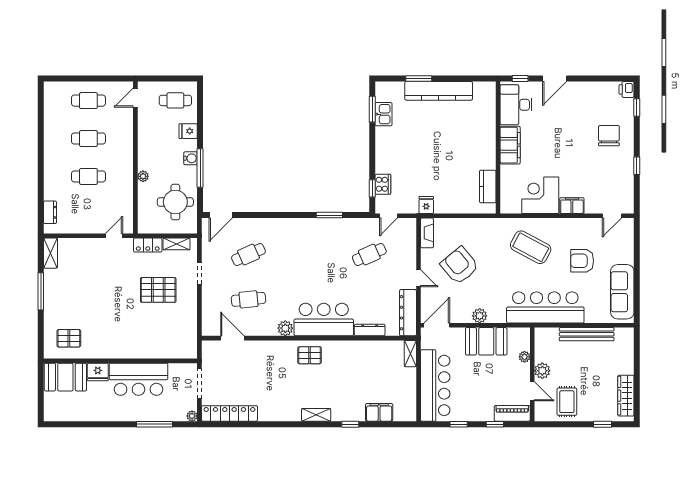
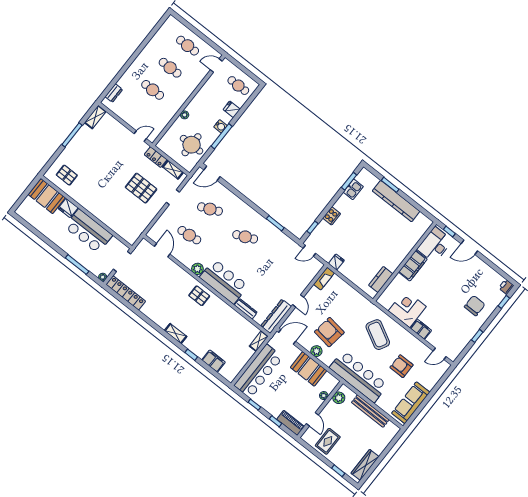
cooker: (383, 184) -> (332, 216), moved
cafe table: (369, 255) -> (245, 237), moved
armchair: (460, 265) -> (329, 332), moved, turned -42
plant: (542, 371) -> (339, 398), moved

